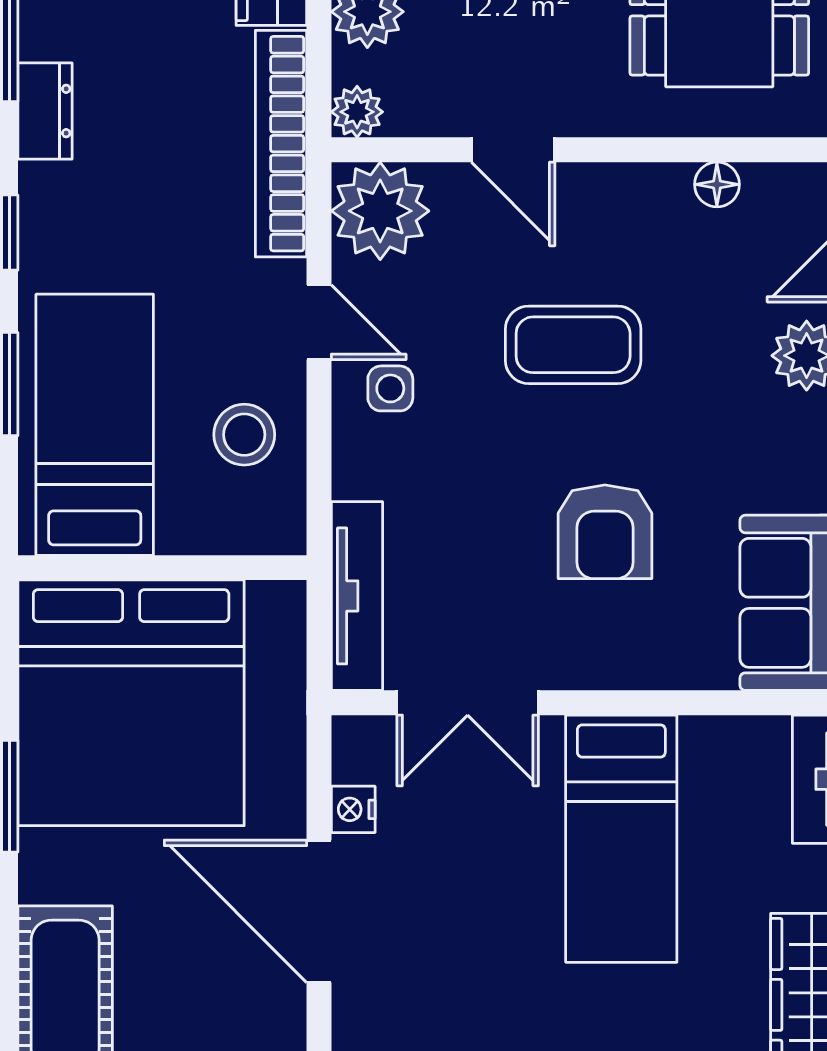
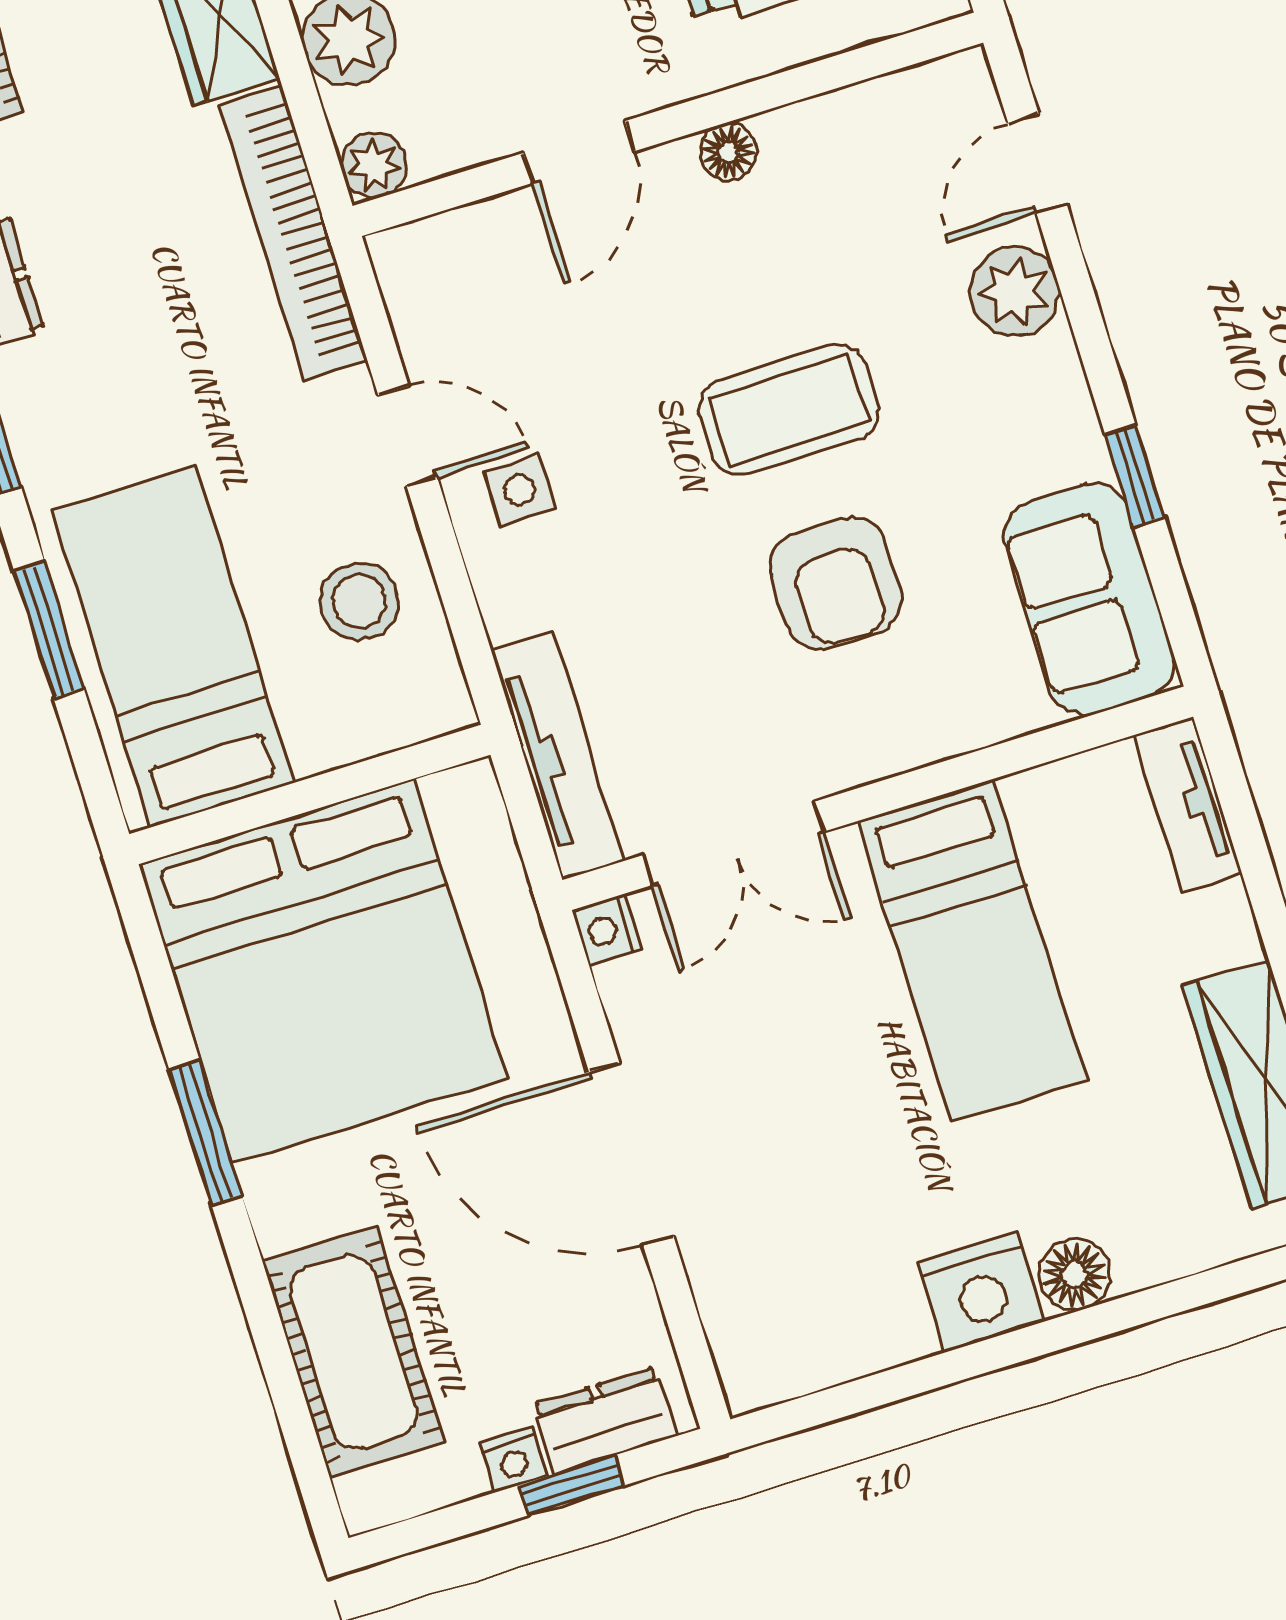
door: (513, 150) -> (579, 152), hinge flipped
floor lamp: (717, 184) -> (728, 152), moved
plant: (380, 211) -> (440, 277), removed
coffee table: (573, 345) -> (789, 410), moved
nightstand: (353, 809) -> (607, 930), moved

